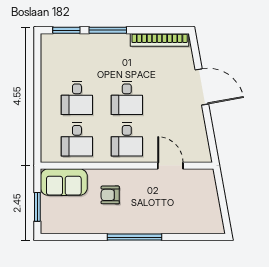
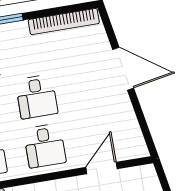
door: (170, 166) -> (102, 168), hinge flipped

